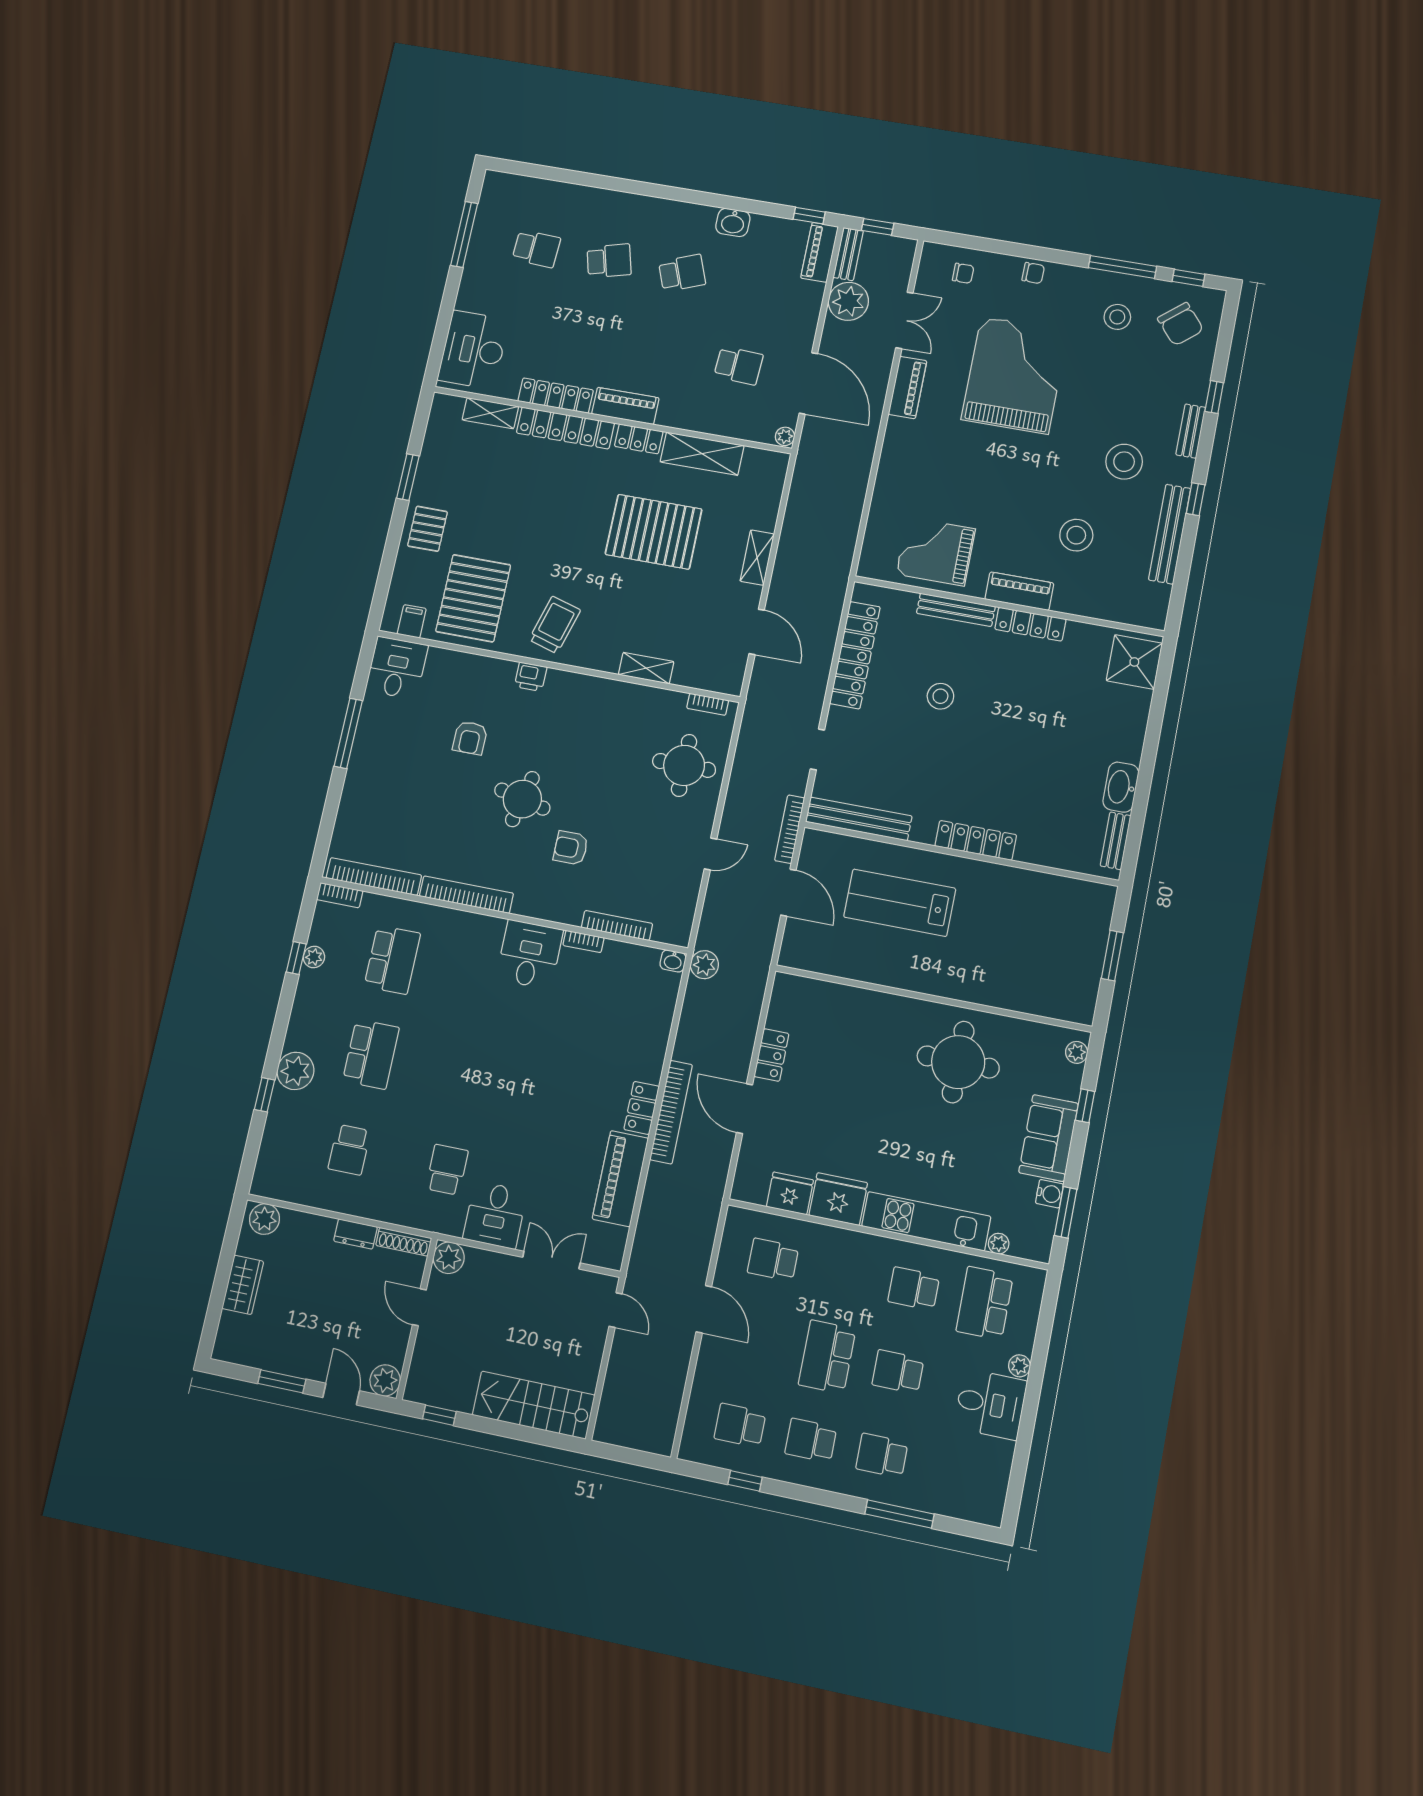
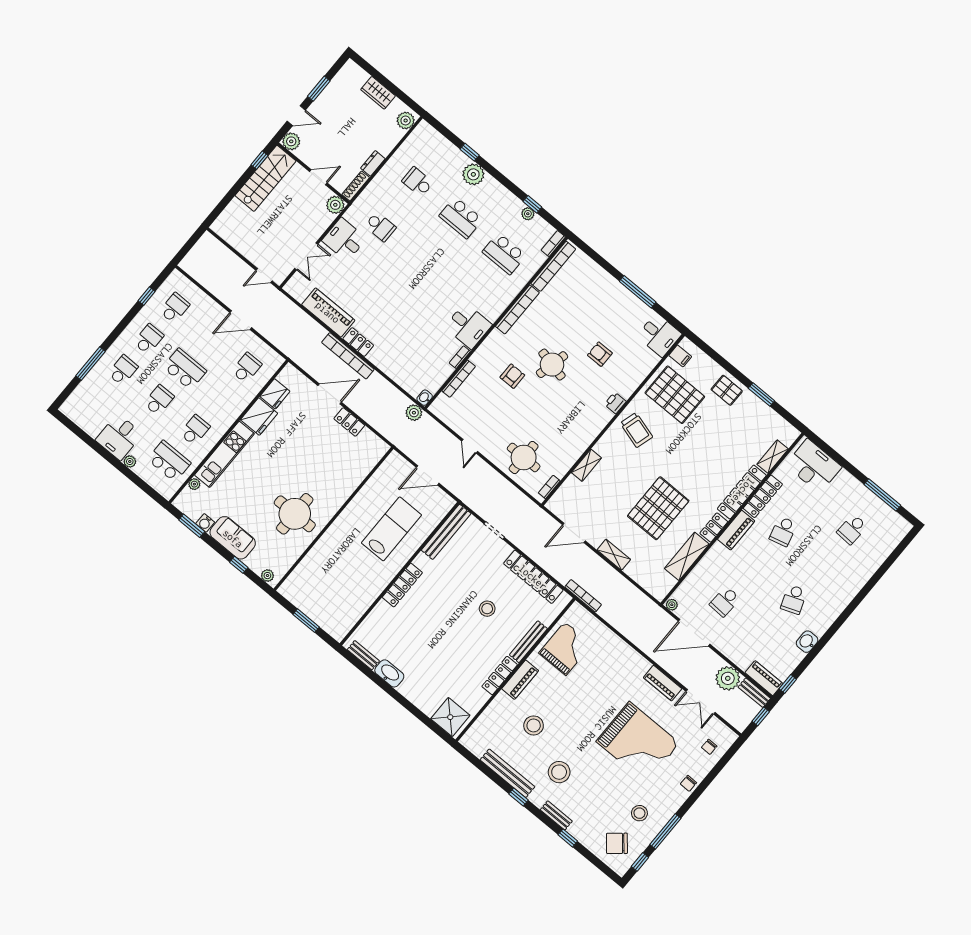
school desk: (609, 261) -> (783, 531), moved
bookcase: (790, 829) -> (583, 596), moved
stairs: (534, 1405) -> (266, 178), moved

